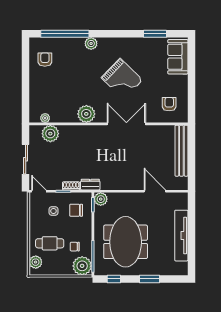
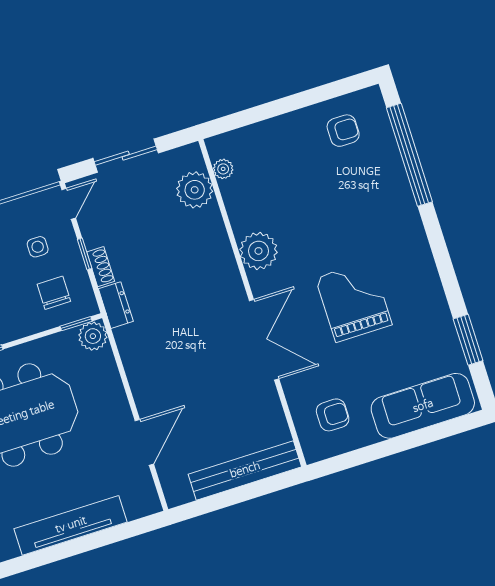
plant: (91, 43) -> (406, 215), removed
sofa: (178, 57) -> (423, 406), width x1.36
grand piano: (122, 79) -> (354, 301), turned 136

